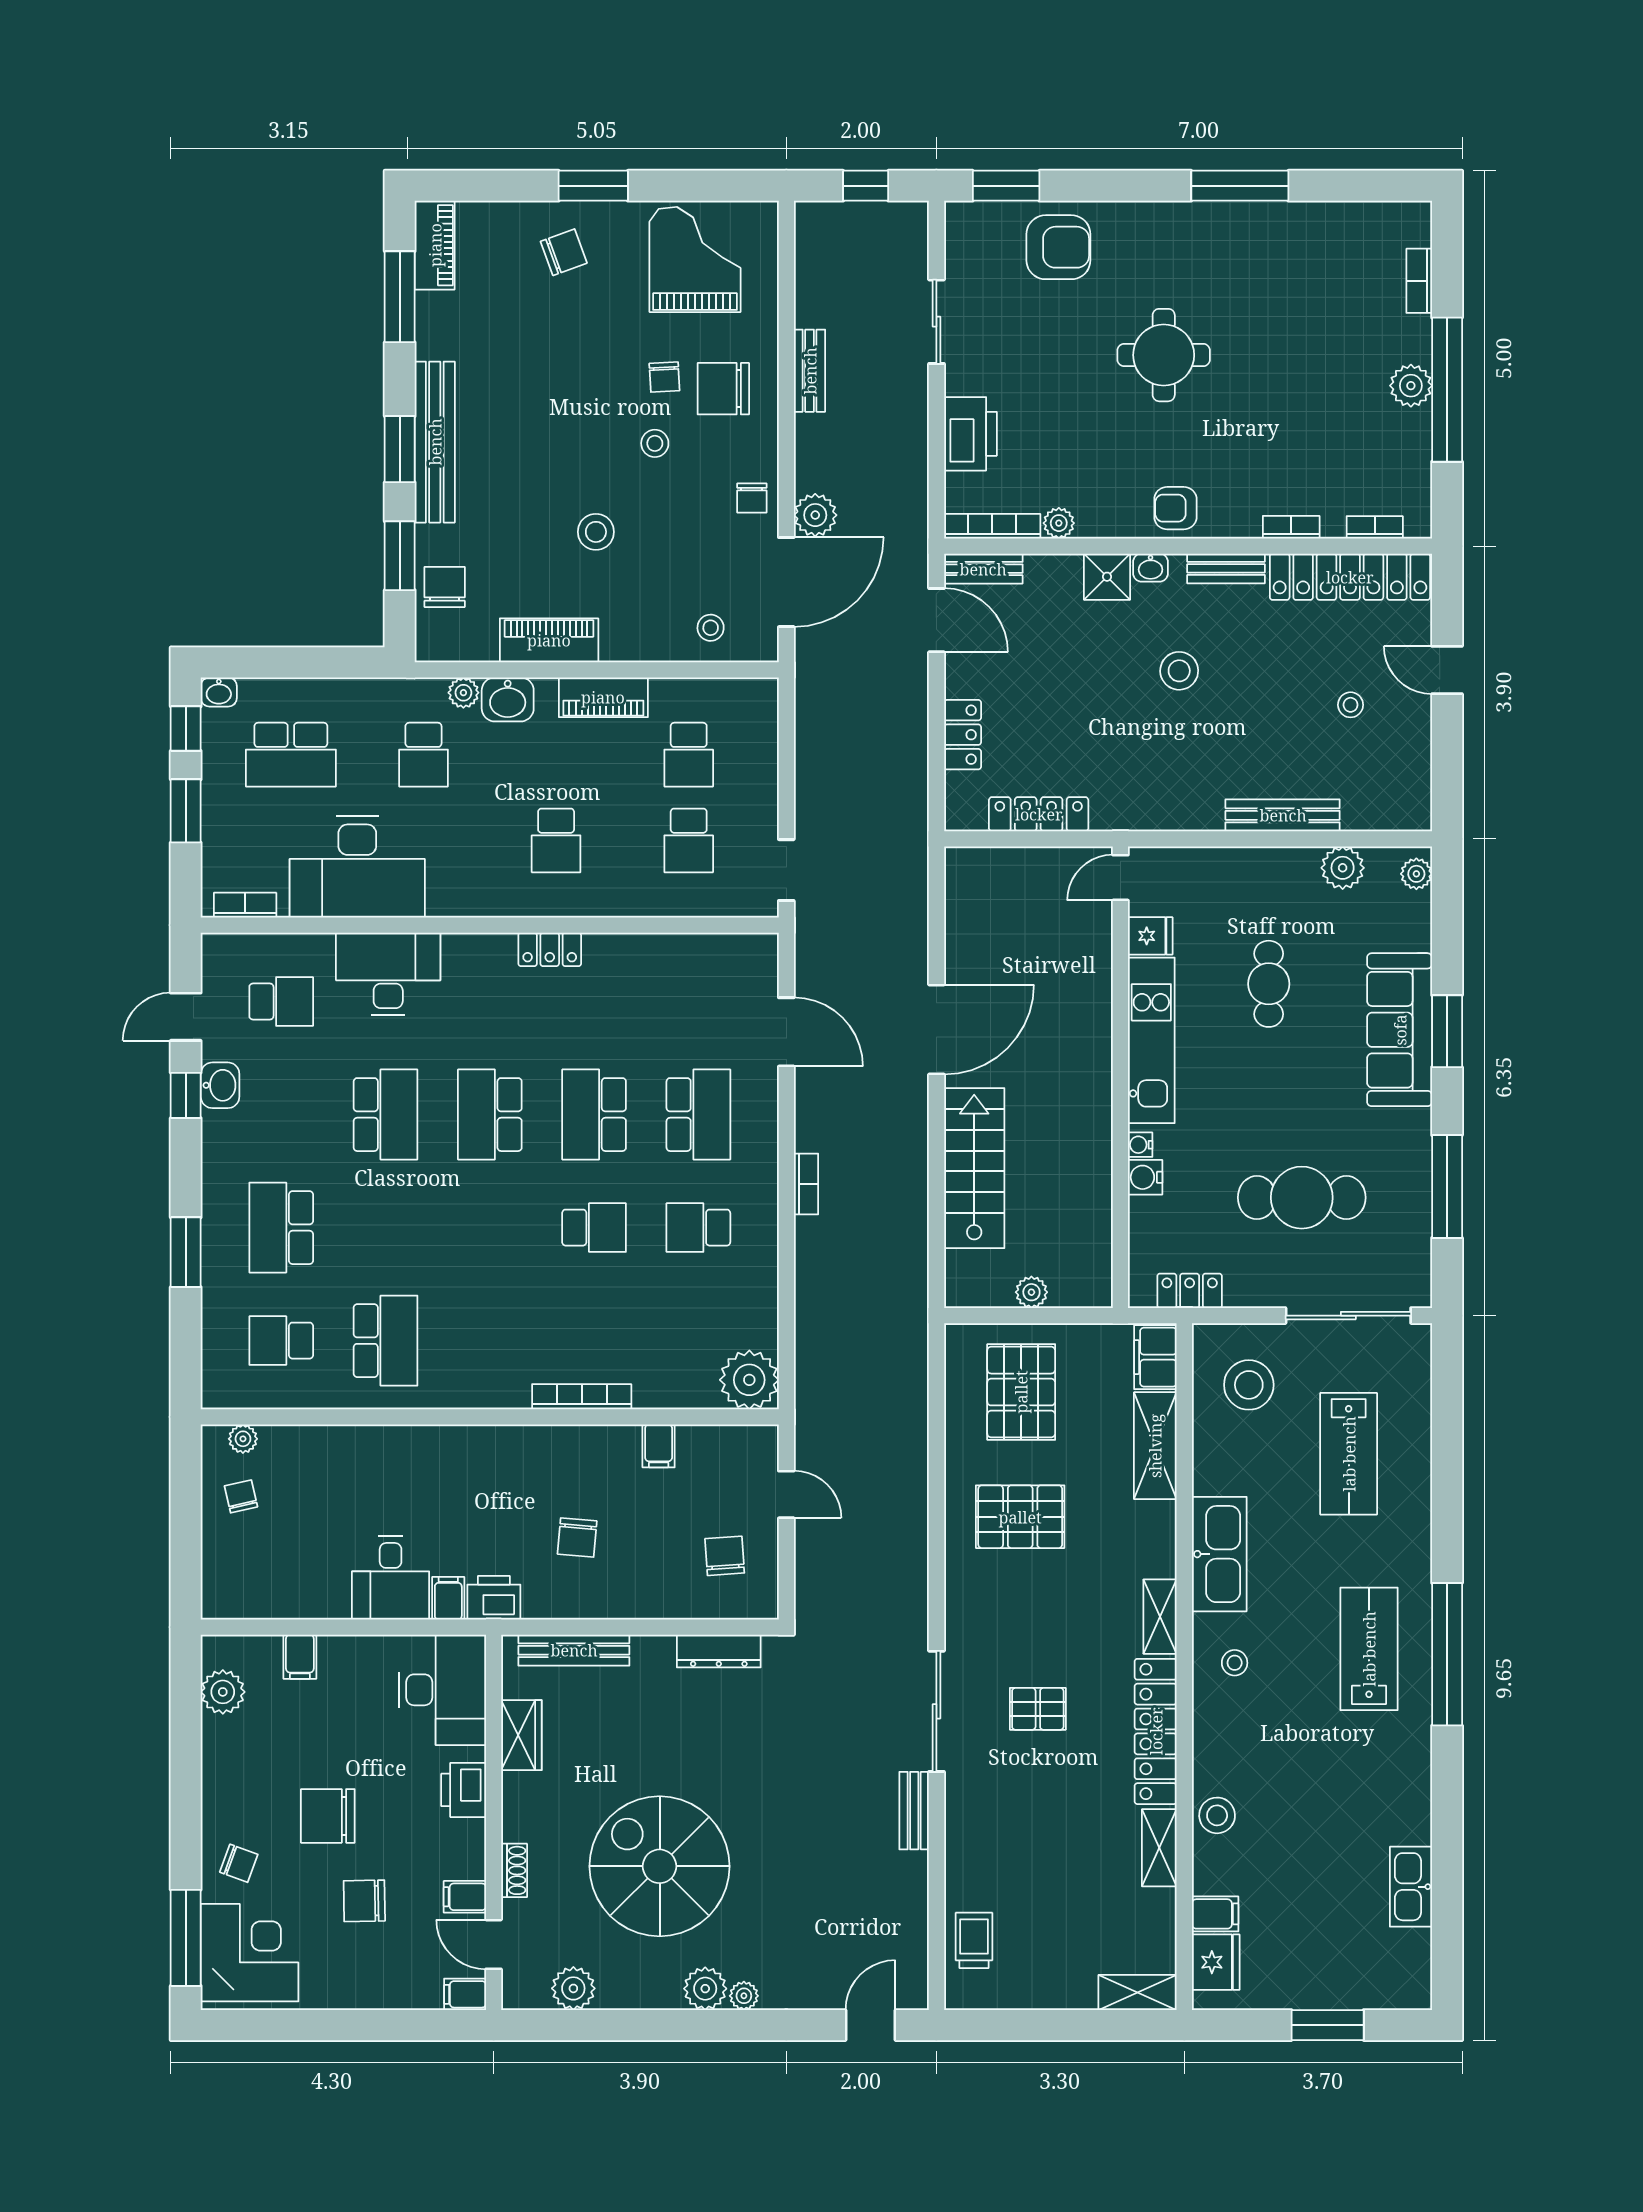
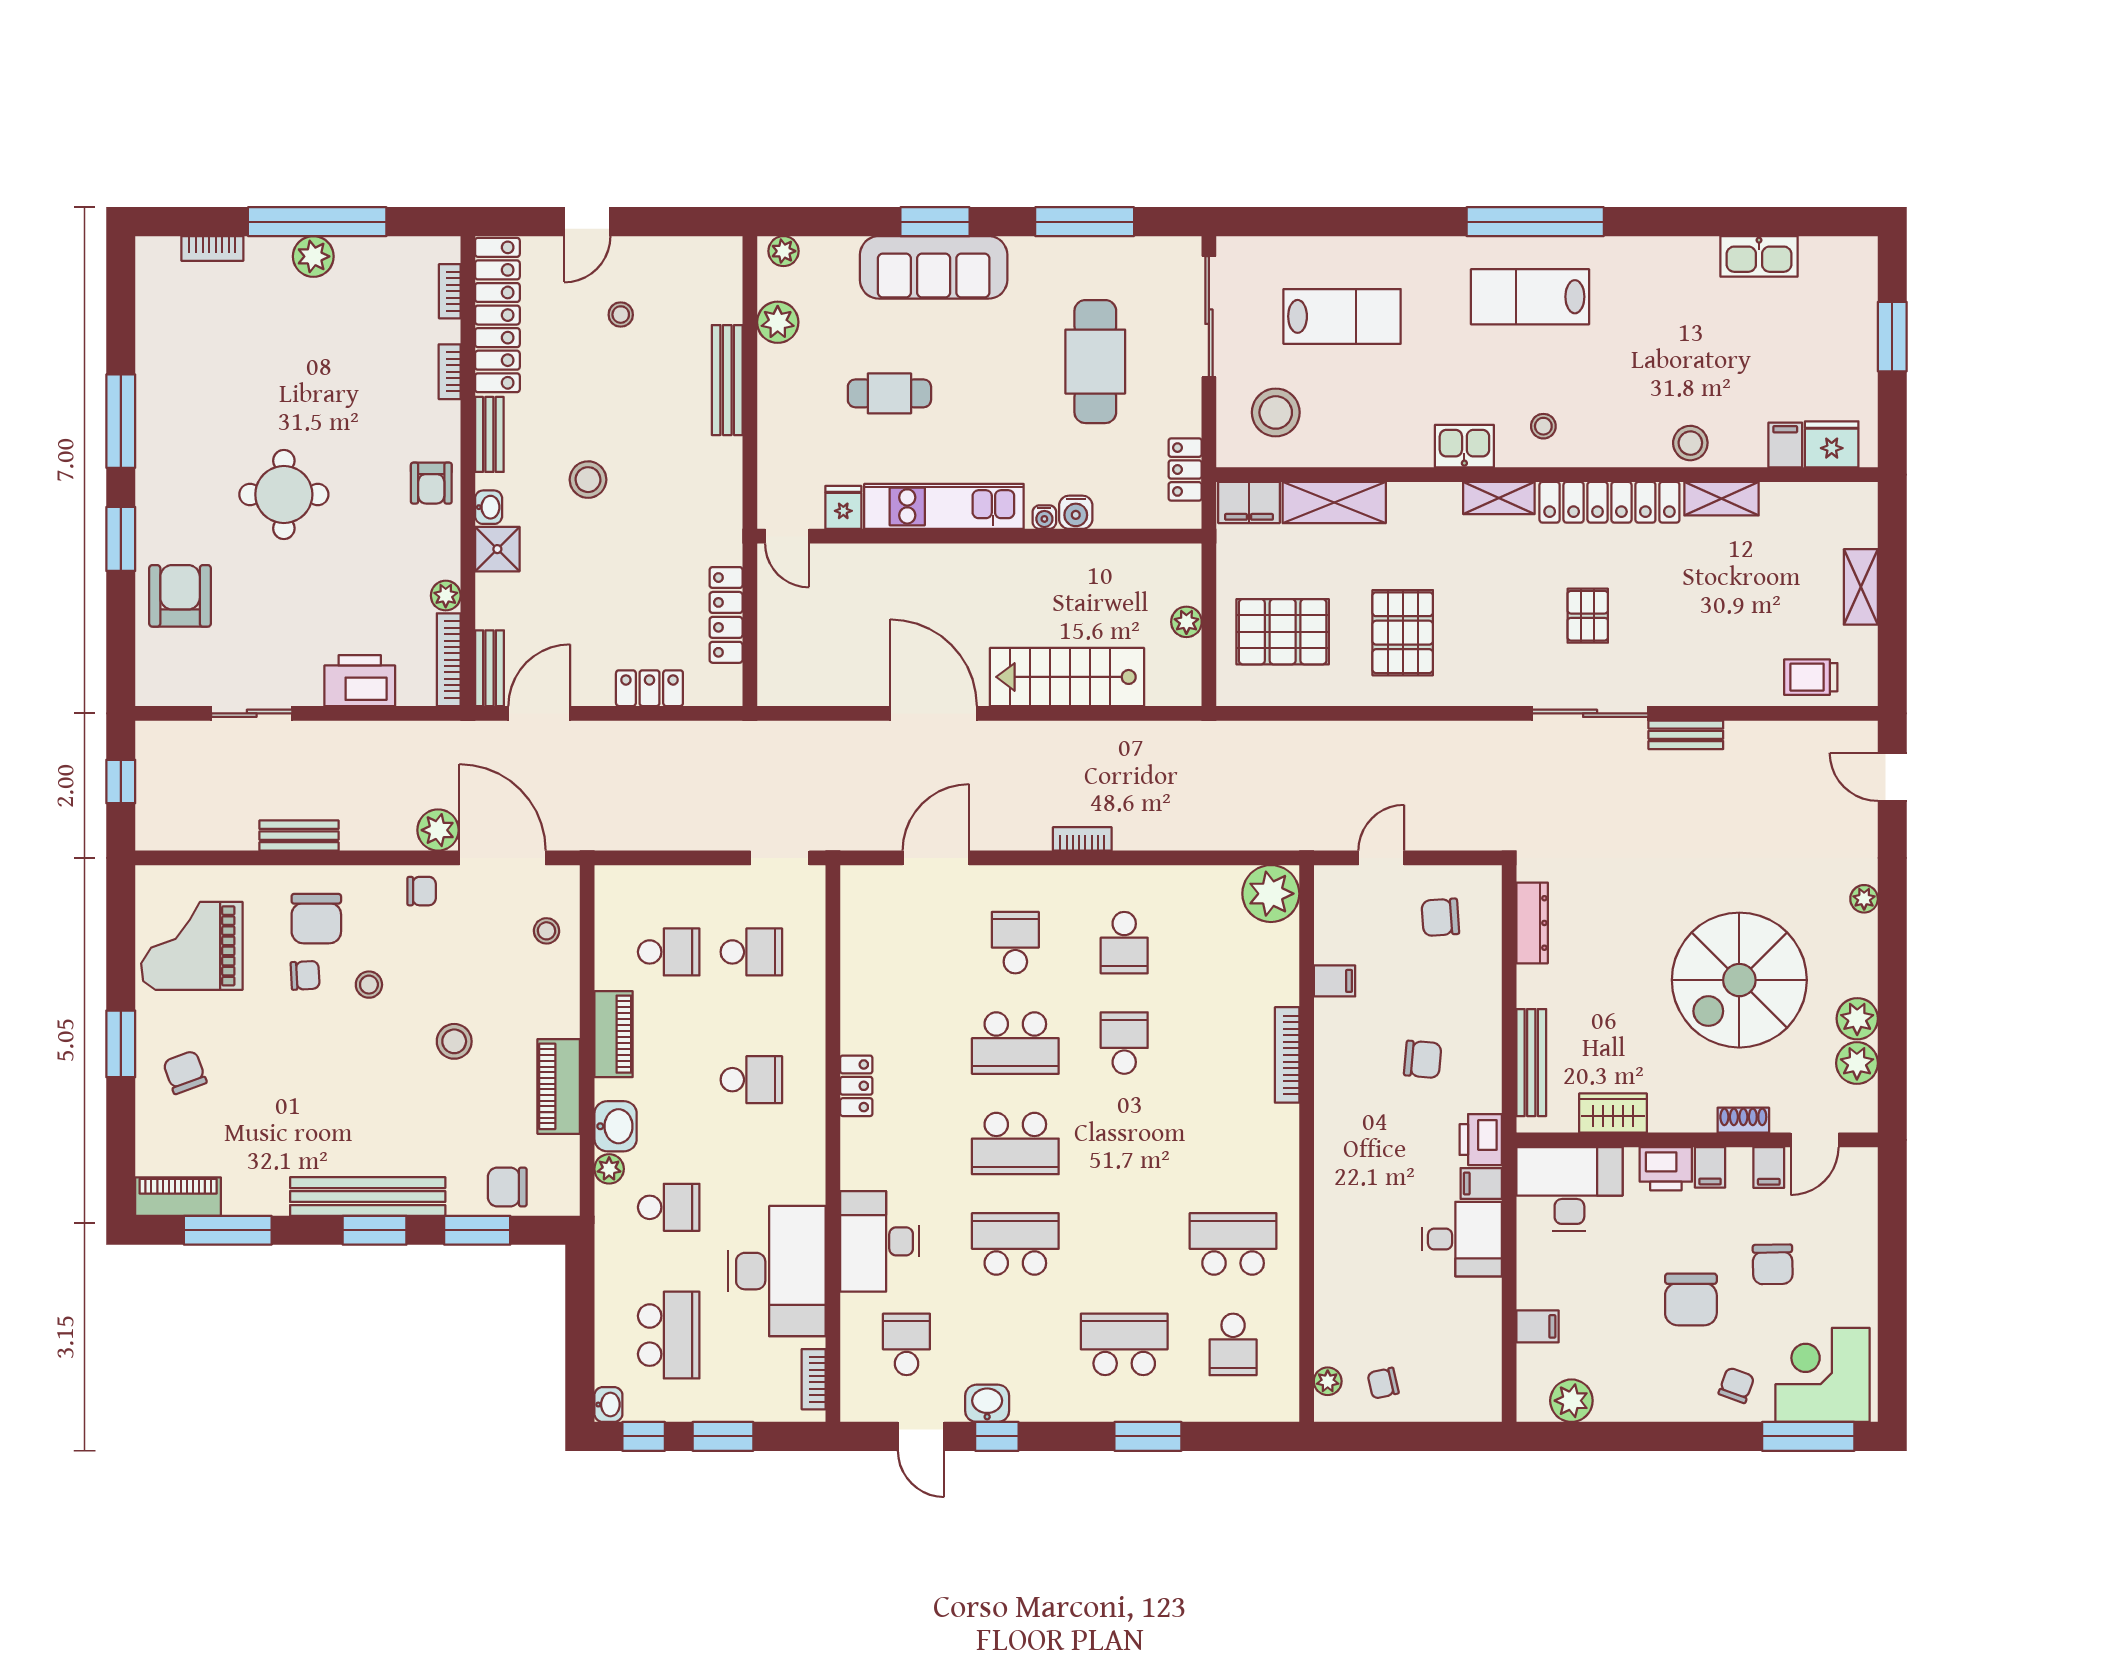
window: (1006, 186) -> (121, 539), moved
school desk: (698, 1115) -> (1015, 943), width x0.54
school desk: (281, 1228) -> (1124, 1344), turned 180
kitchen sink: (1219, 1554) -> (1464, 446), width x0.53, depth x0.81
plant: (705, 1989) -> (1857, 1019), moved
shelving: (1138, 1992) -> (1861, 587), moved
filing cabinet: (465, 1994) -> (1710, 1167), moved

